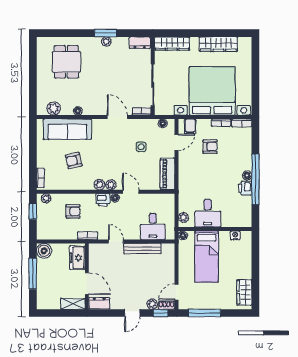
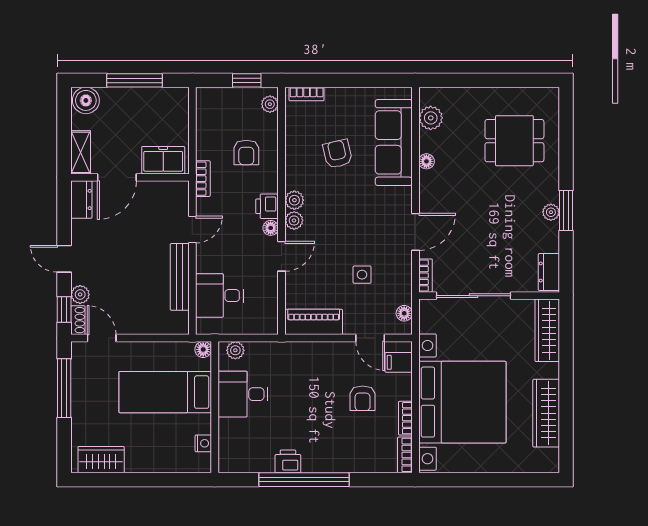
floor lamp: (247, 175) -> (311, 465), removed
boiler: (44, 251) -> (86, 100), moved

